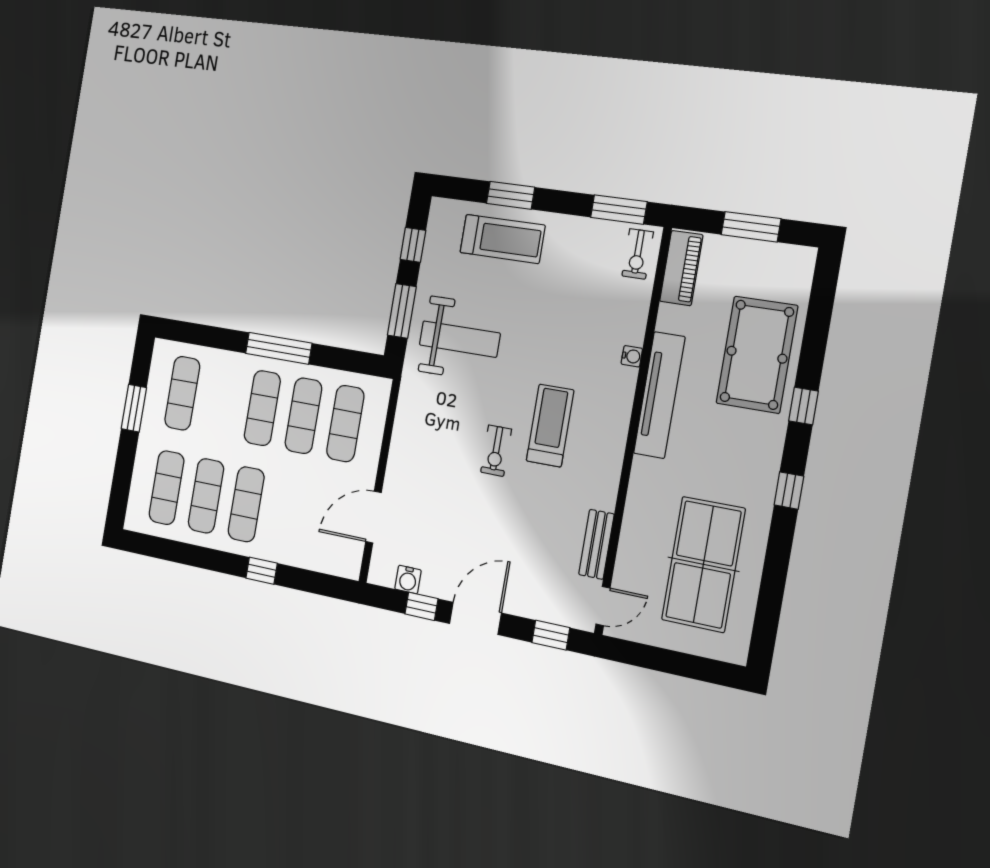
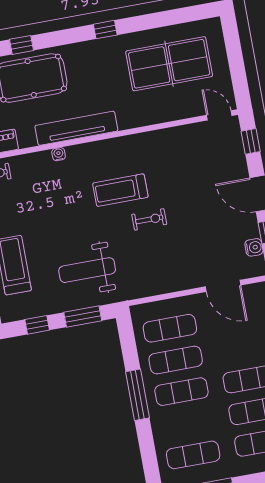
weight bench: (460, 339) -> (87, 270), turned -90
window: (803, 406) -> (21, 45), moved
bench: (596, 544) -> (183, 133), removed

